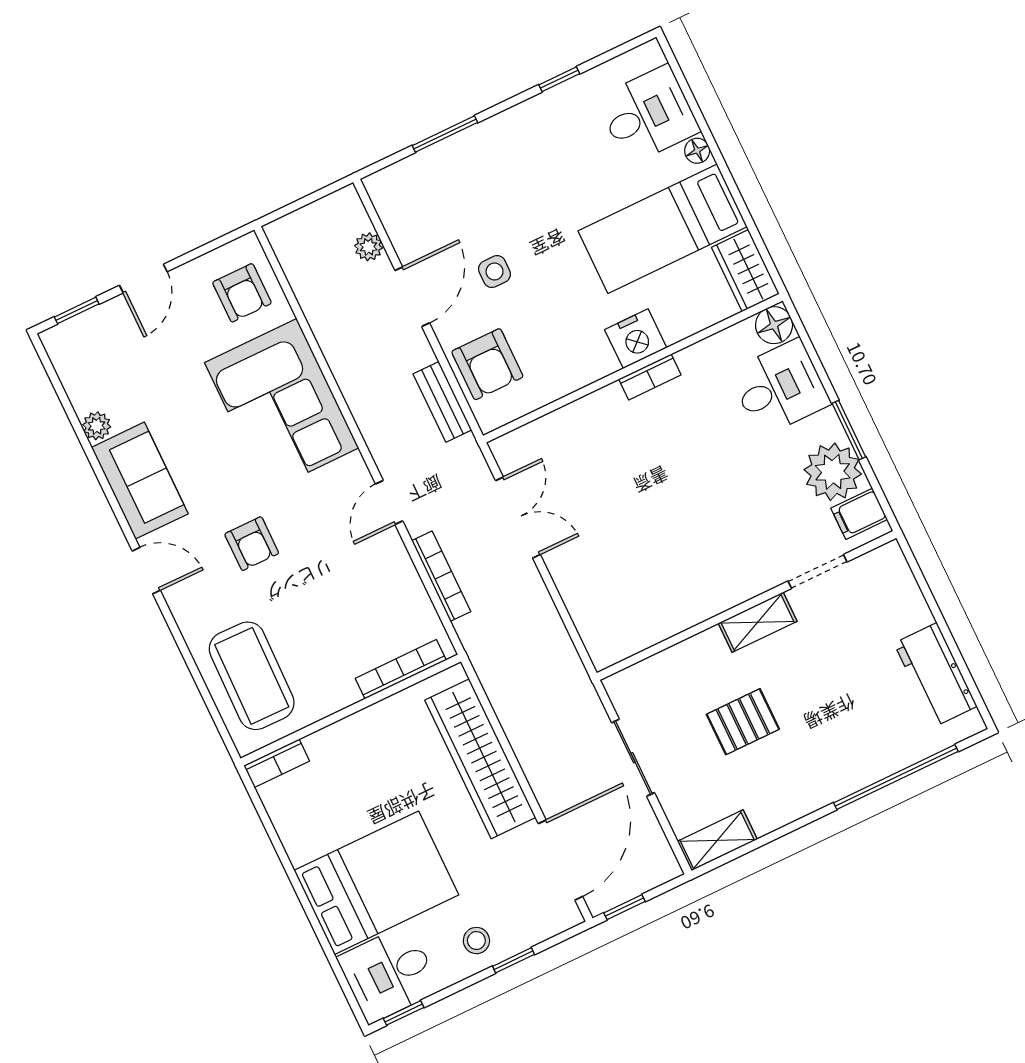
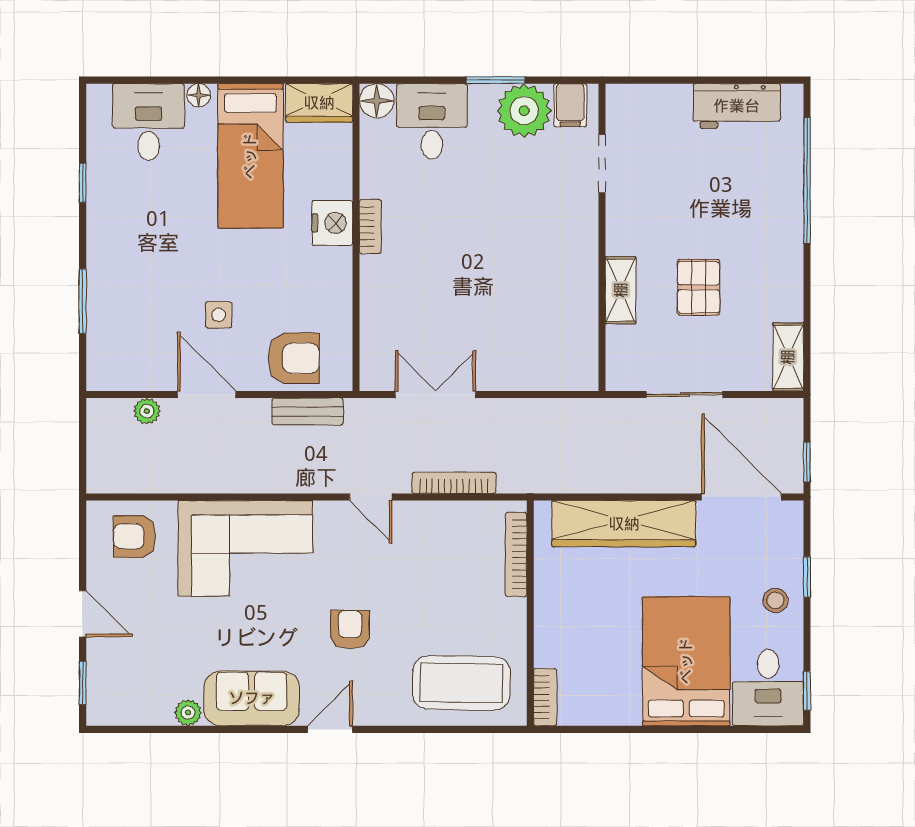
armchair: (242, 293) -> (135, 536), turned 180
armchair: (252, 544) -> (350, 629), turned -90
shelving: (758, 622) -> (621, 290), moved

